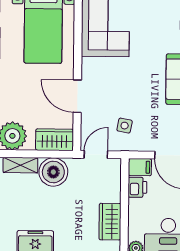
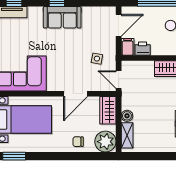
chair: (13, 99) -> (78, 142), added
boiler: (53, 172) -> (127, 116), width x0.54, depth x0.54

